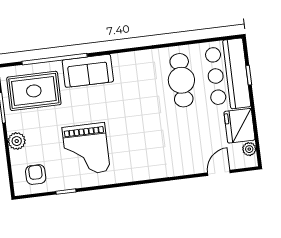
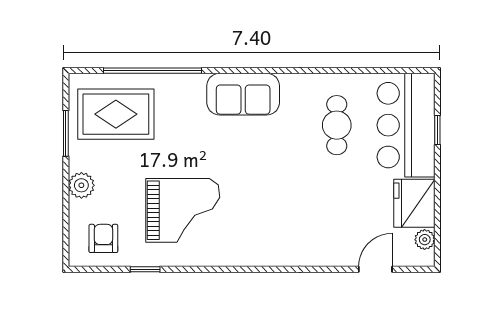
sofa: (88, 71) -> (243, 94), moved
cafe table: (181, 80) -> (337, 125), width x0.73, depth x0.74
grand piano: (86, 149) -> (183, 210), turned -90

